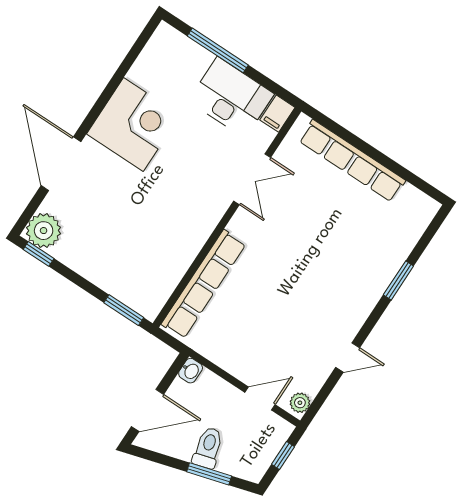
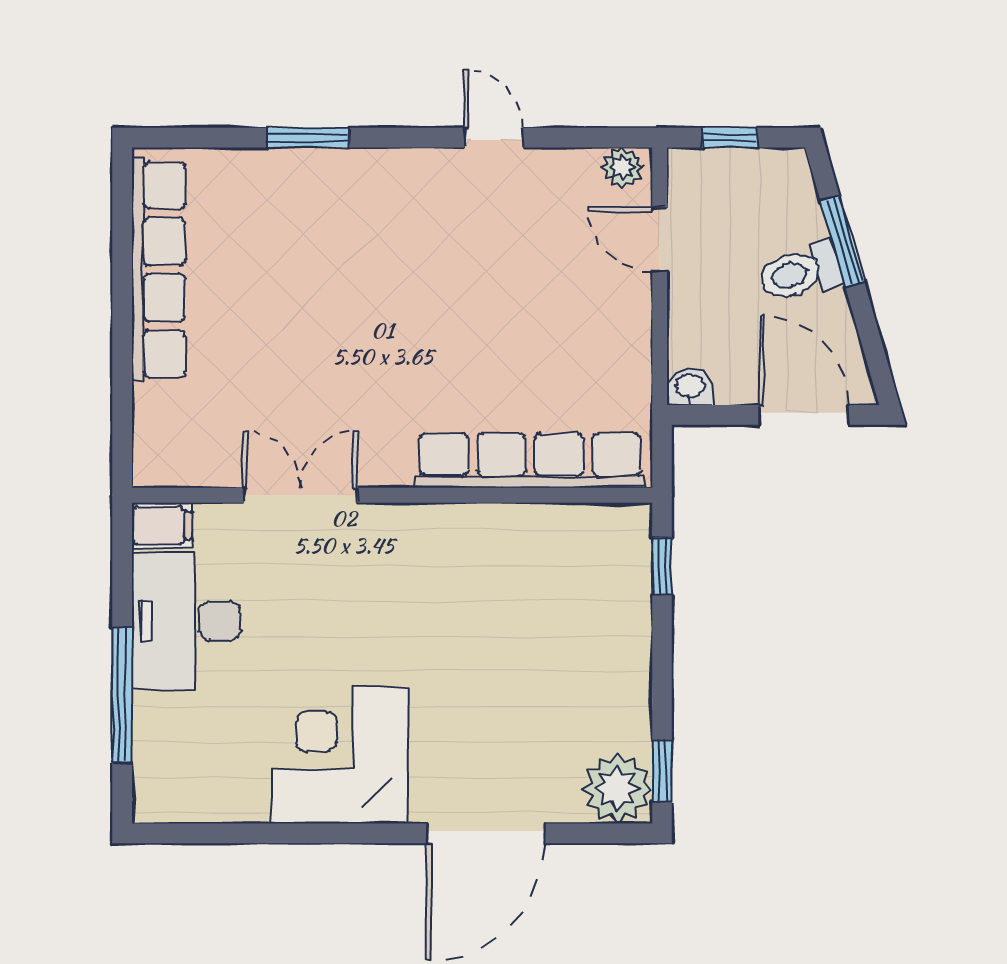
row of seats: (352, 161) -> (158, 270), moved
window: (124, 310) -> (662, 566), width x0.67

